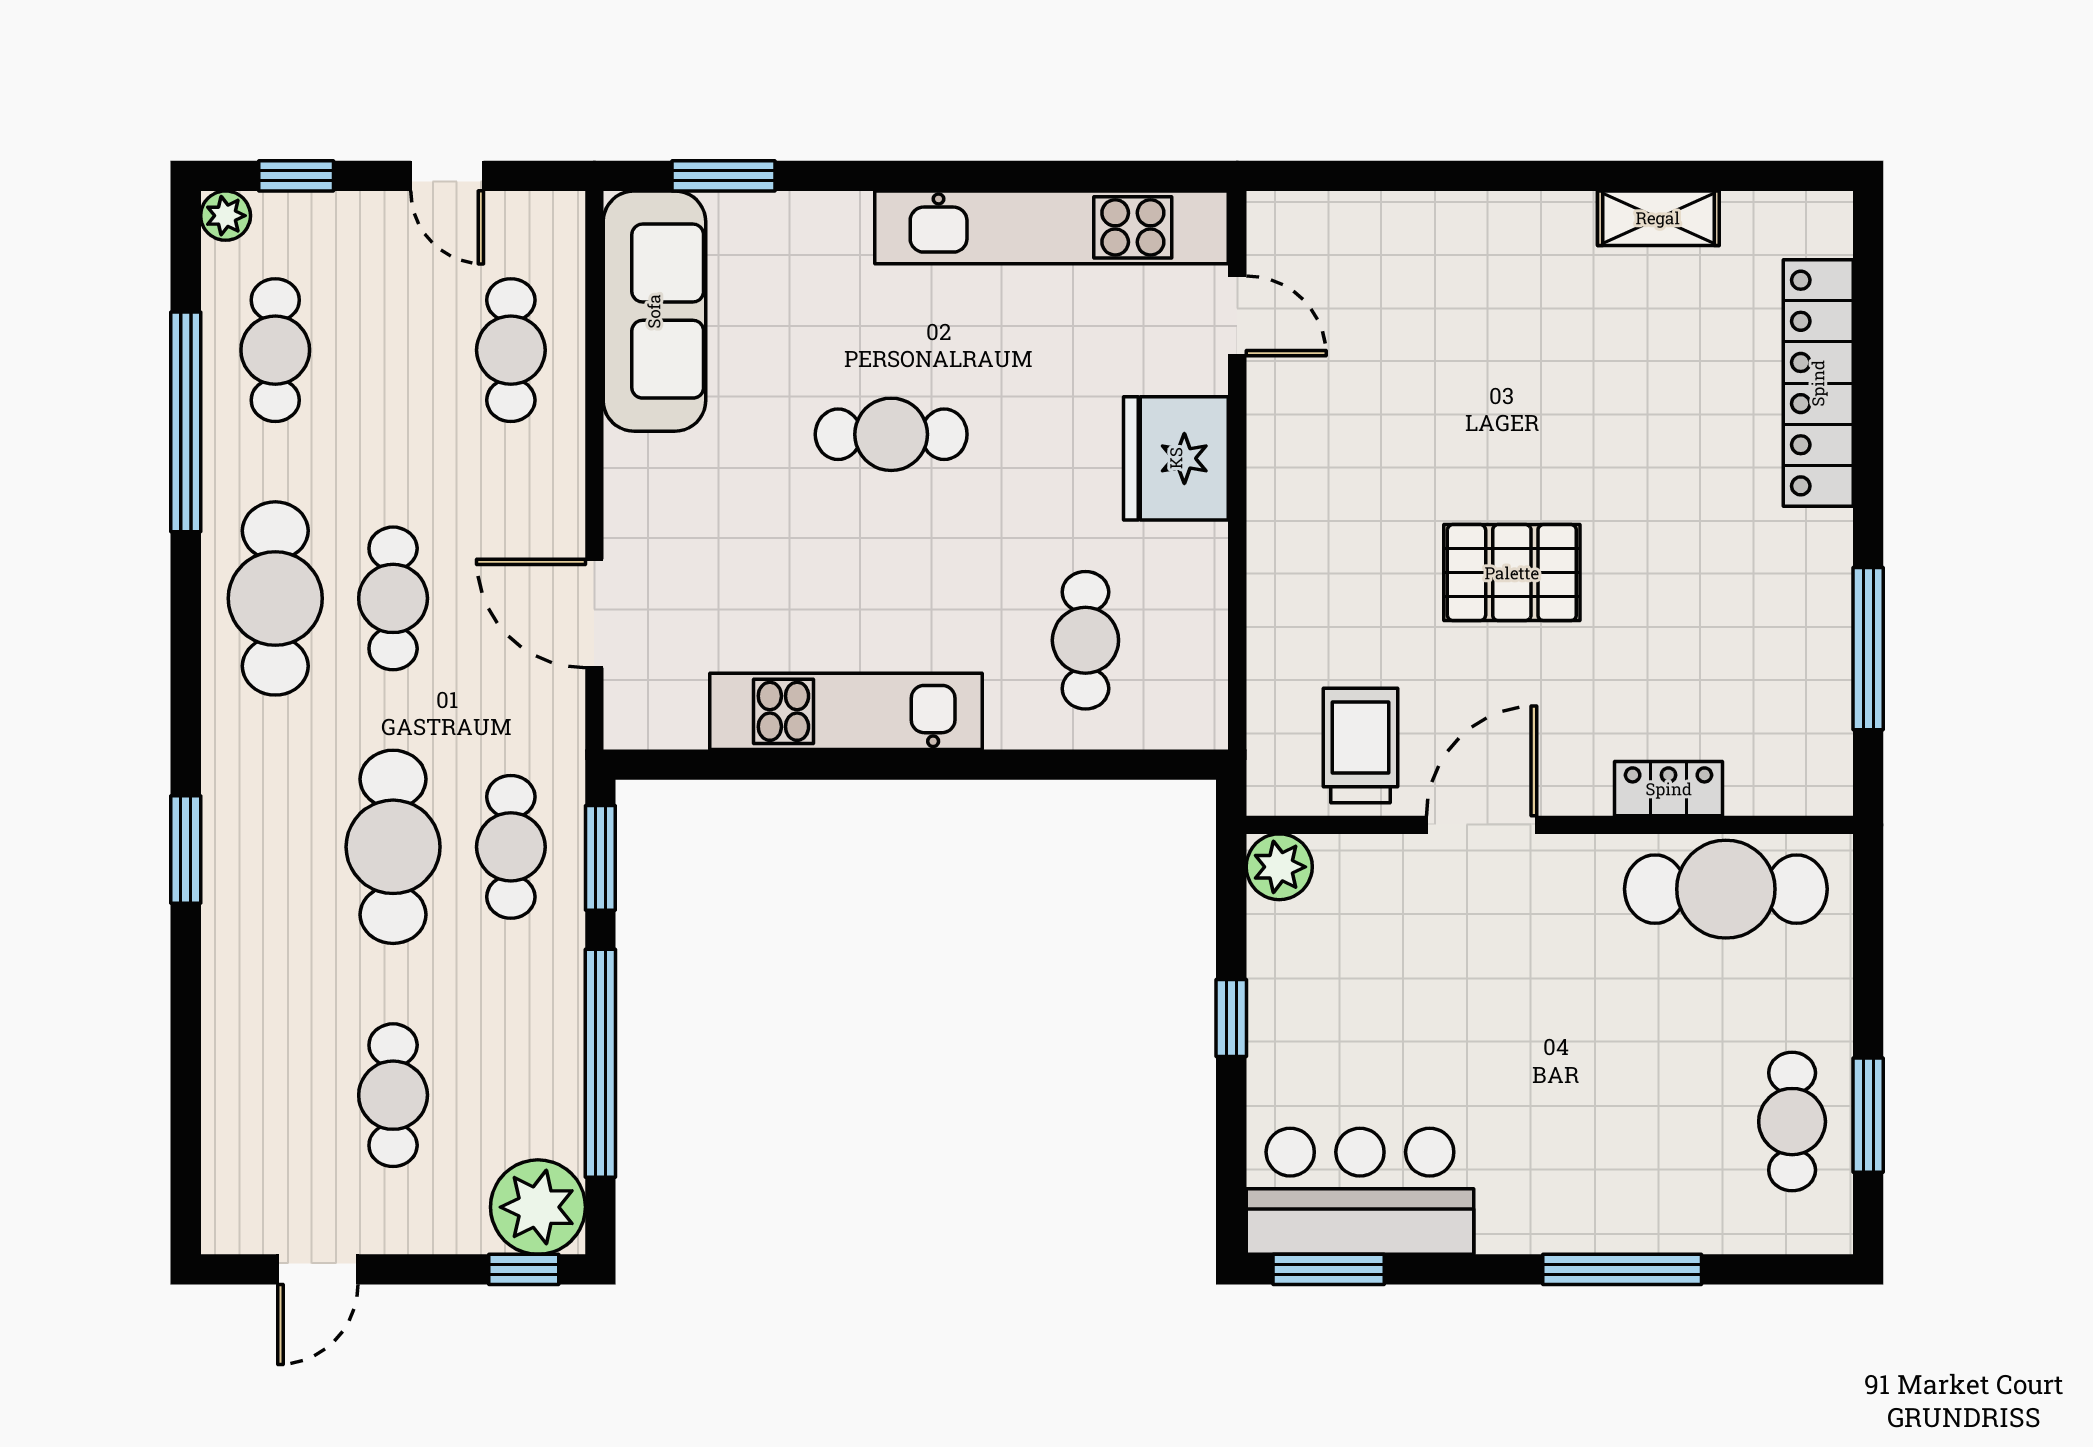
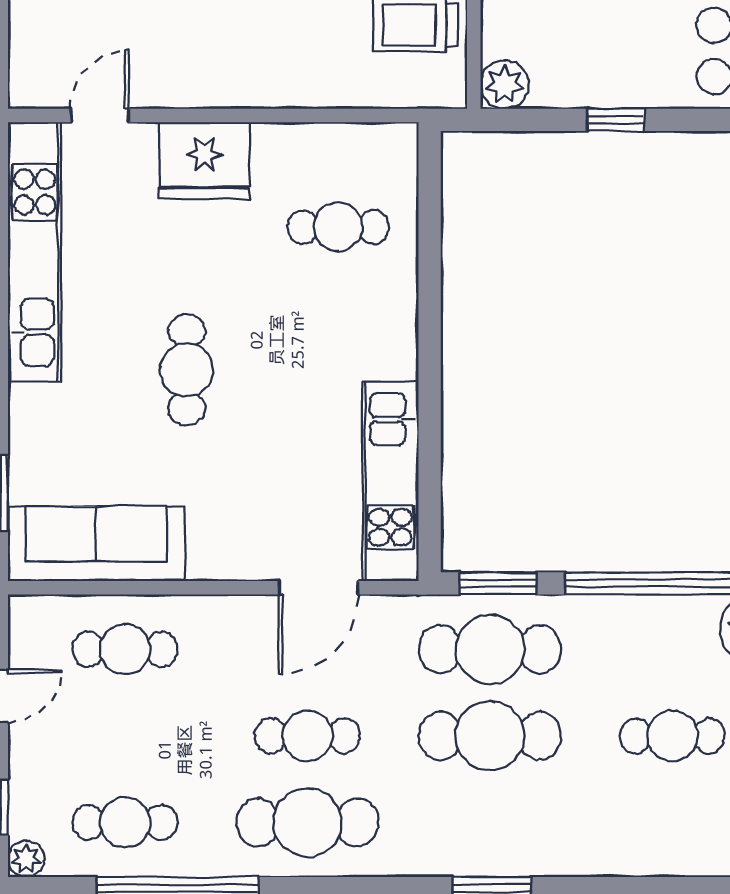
kitchen unit: (846, 711) -> (390, 481), moved
cafe table: (511, 847) -> (490, 649), width x1.37, depth x1.35

